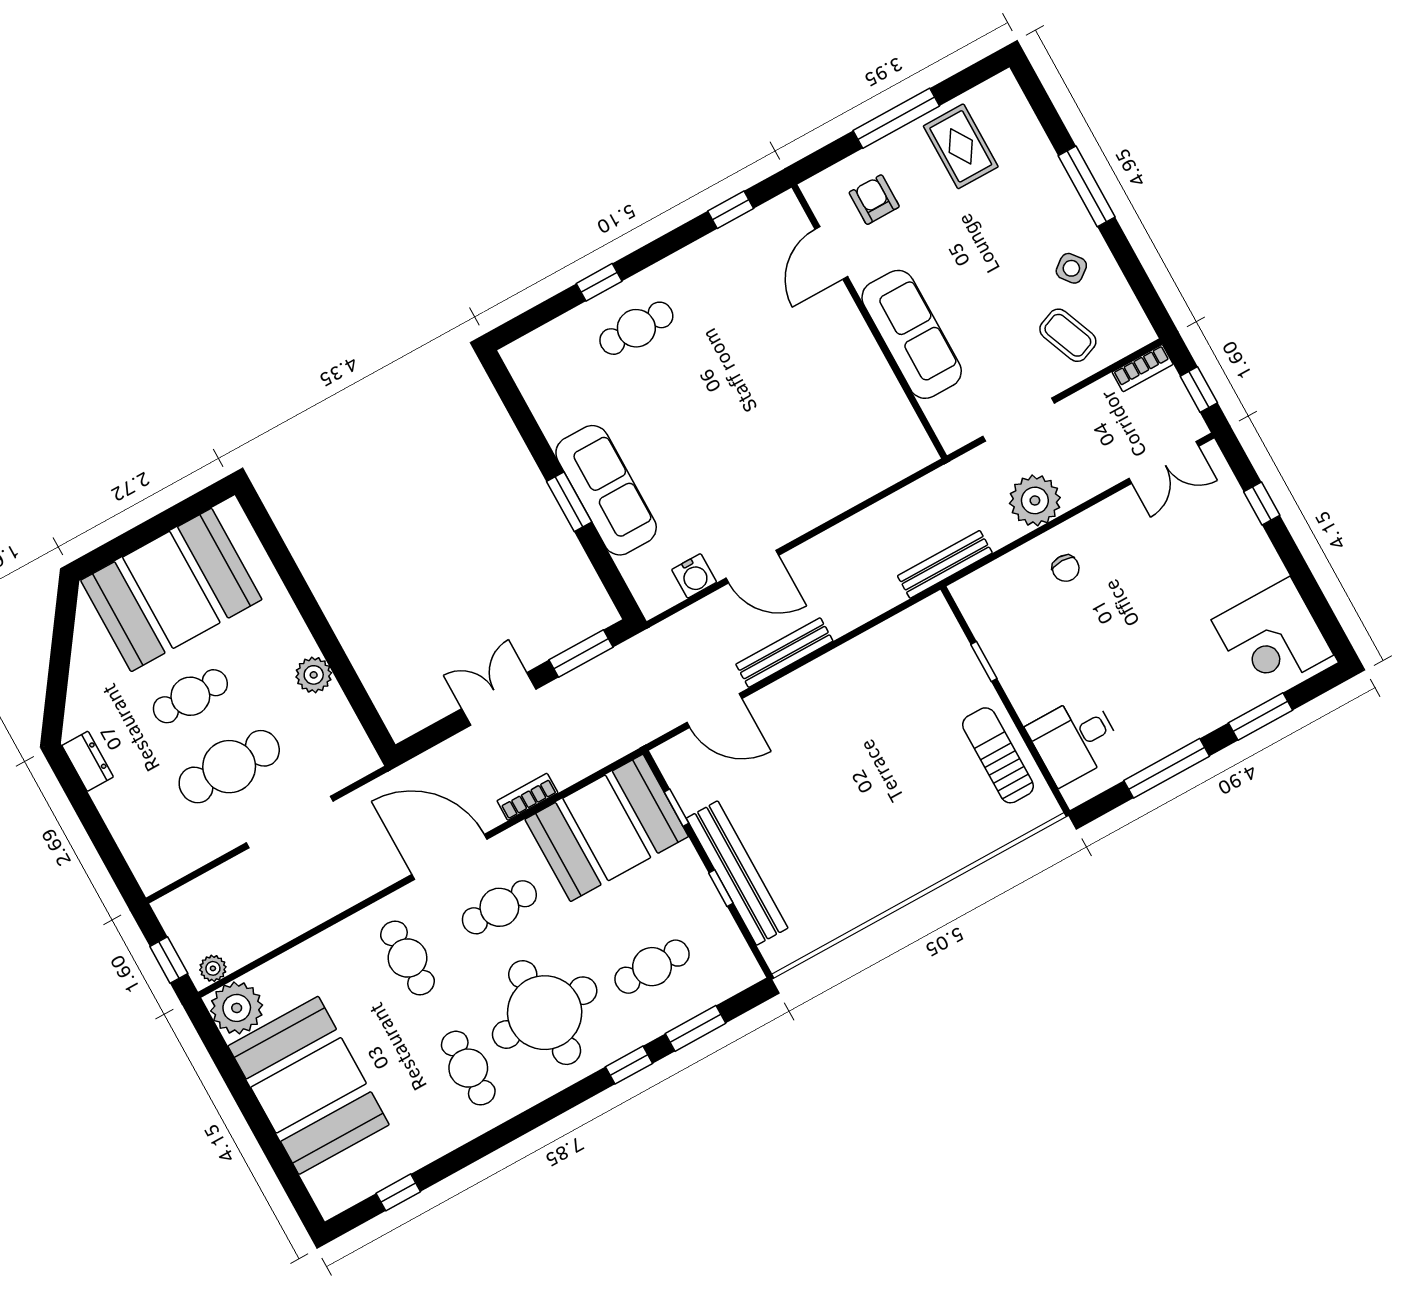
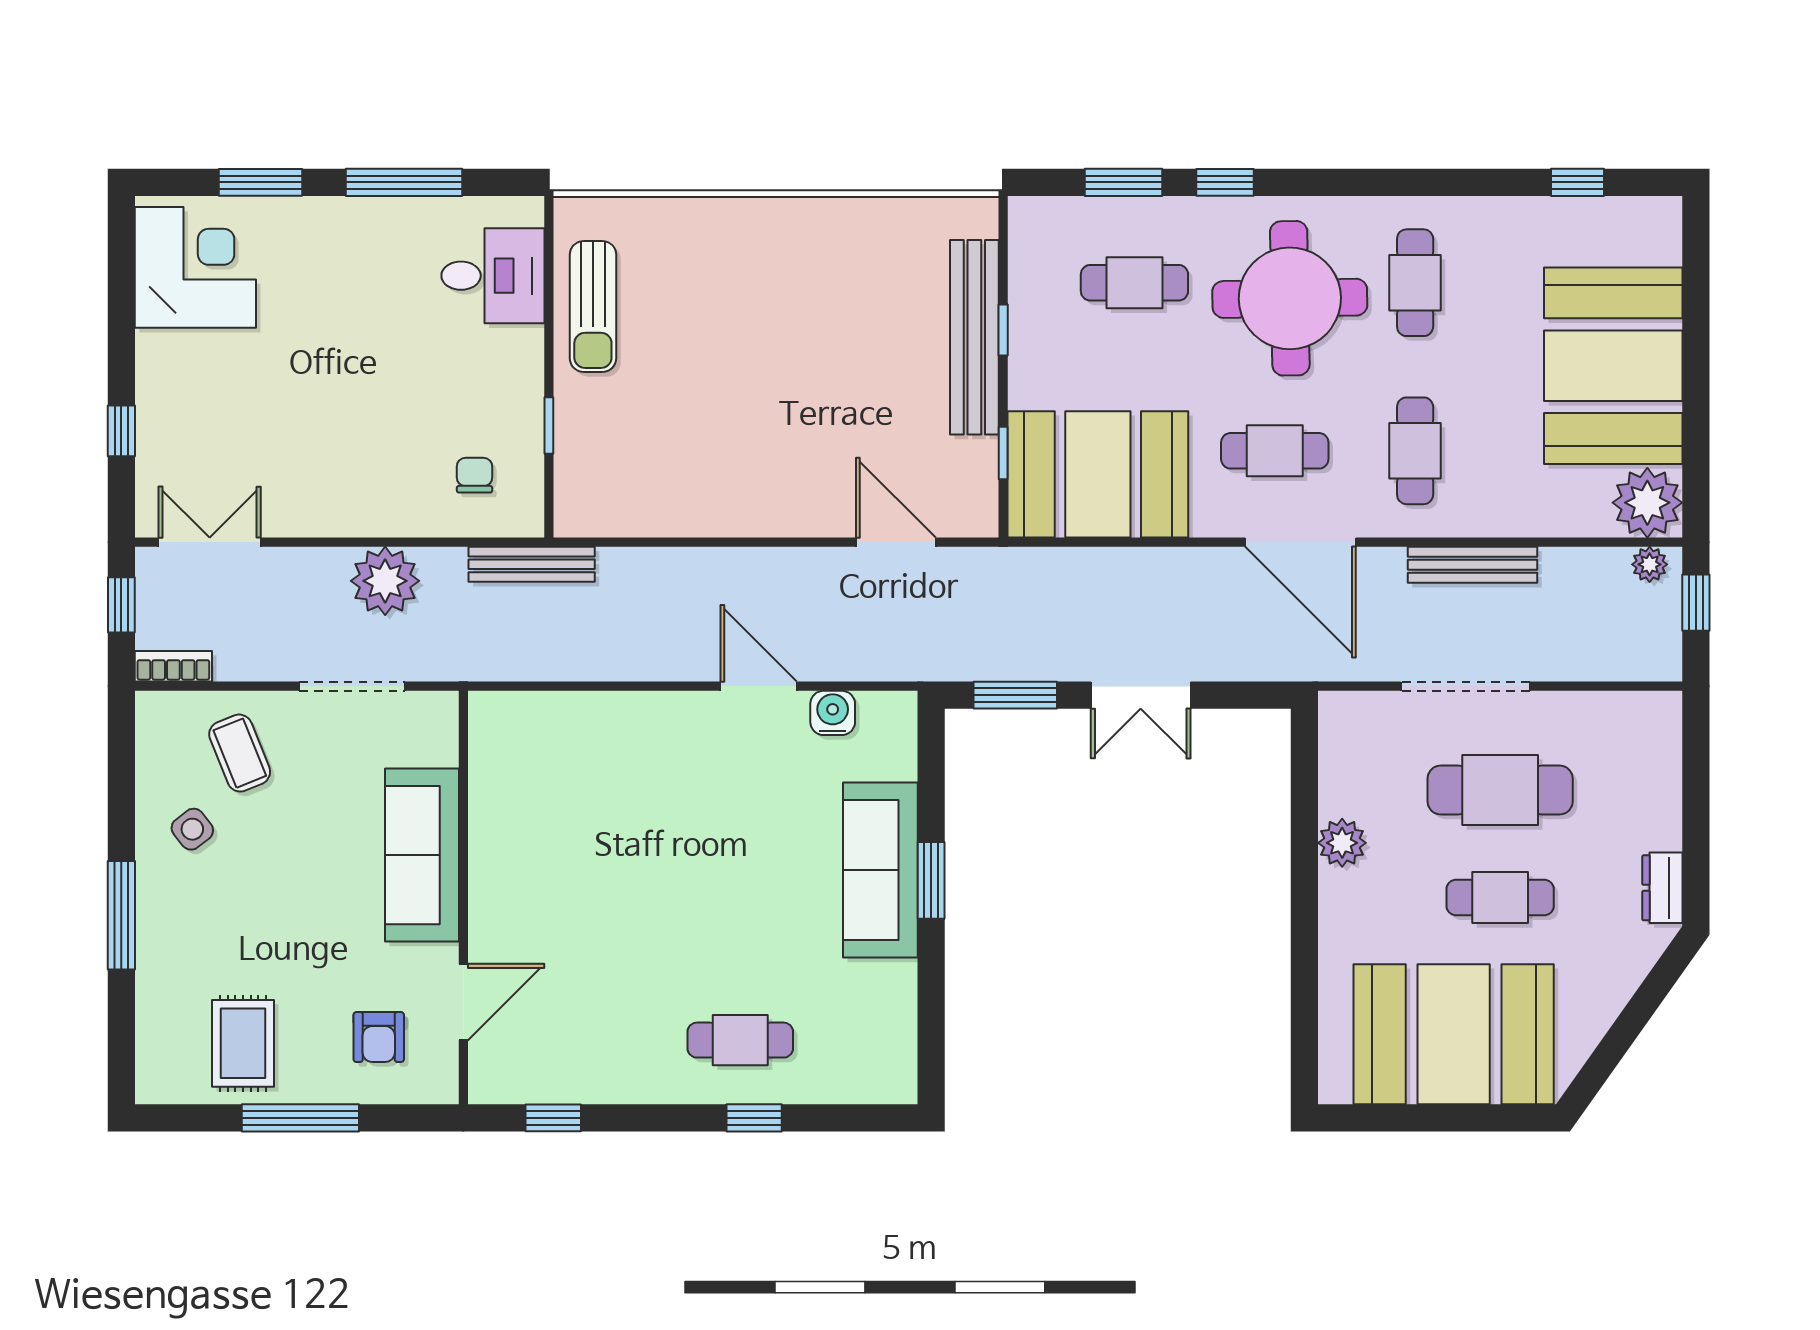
chair: (1066, 568) -> (475, 475), moved
bench: (784, 653) -> (1473, 565), moved
bookcase: (527, 797) -> (1171, 562), removed

